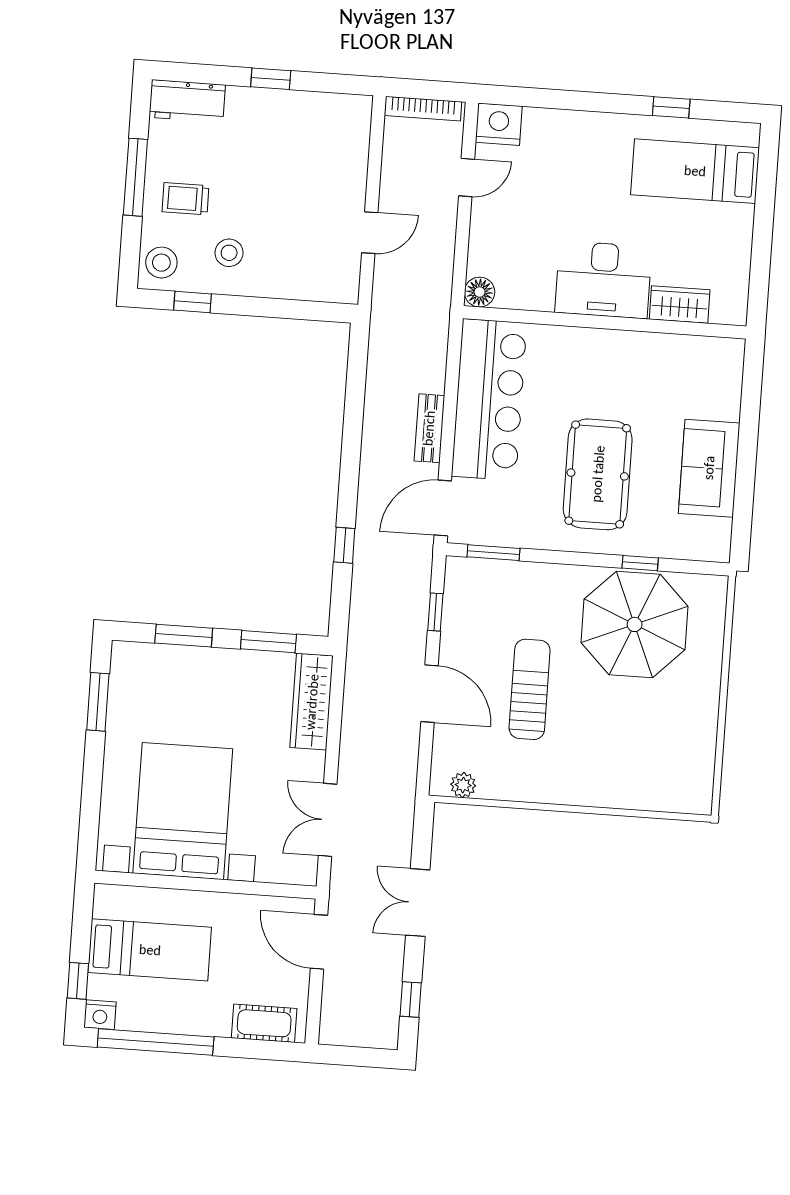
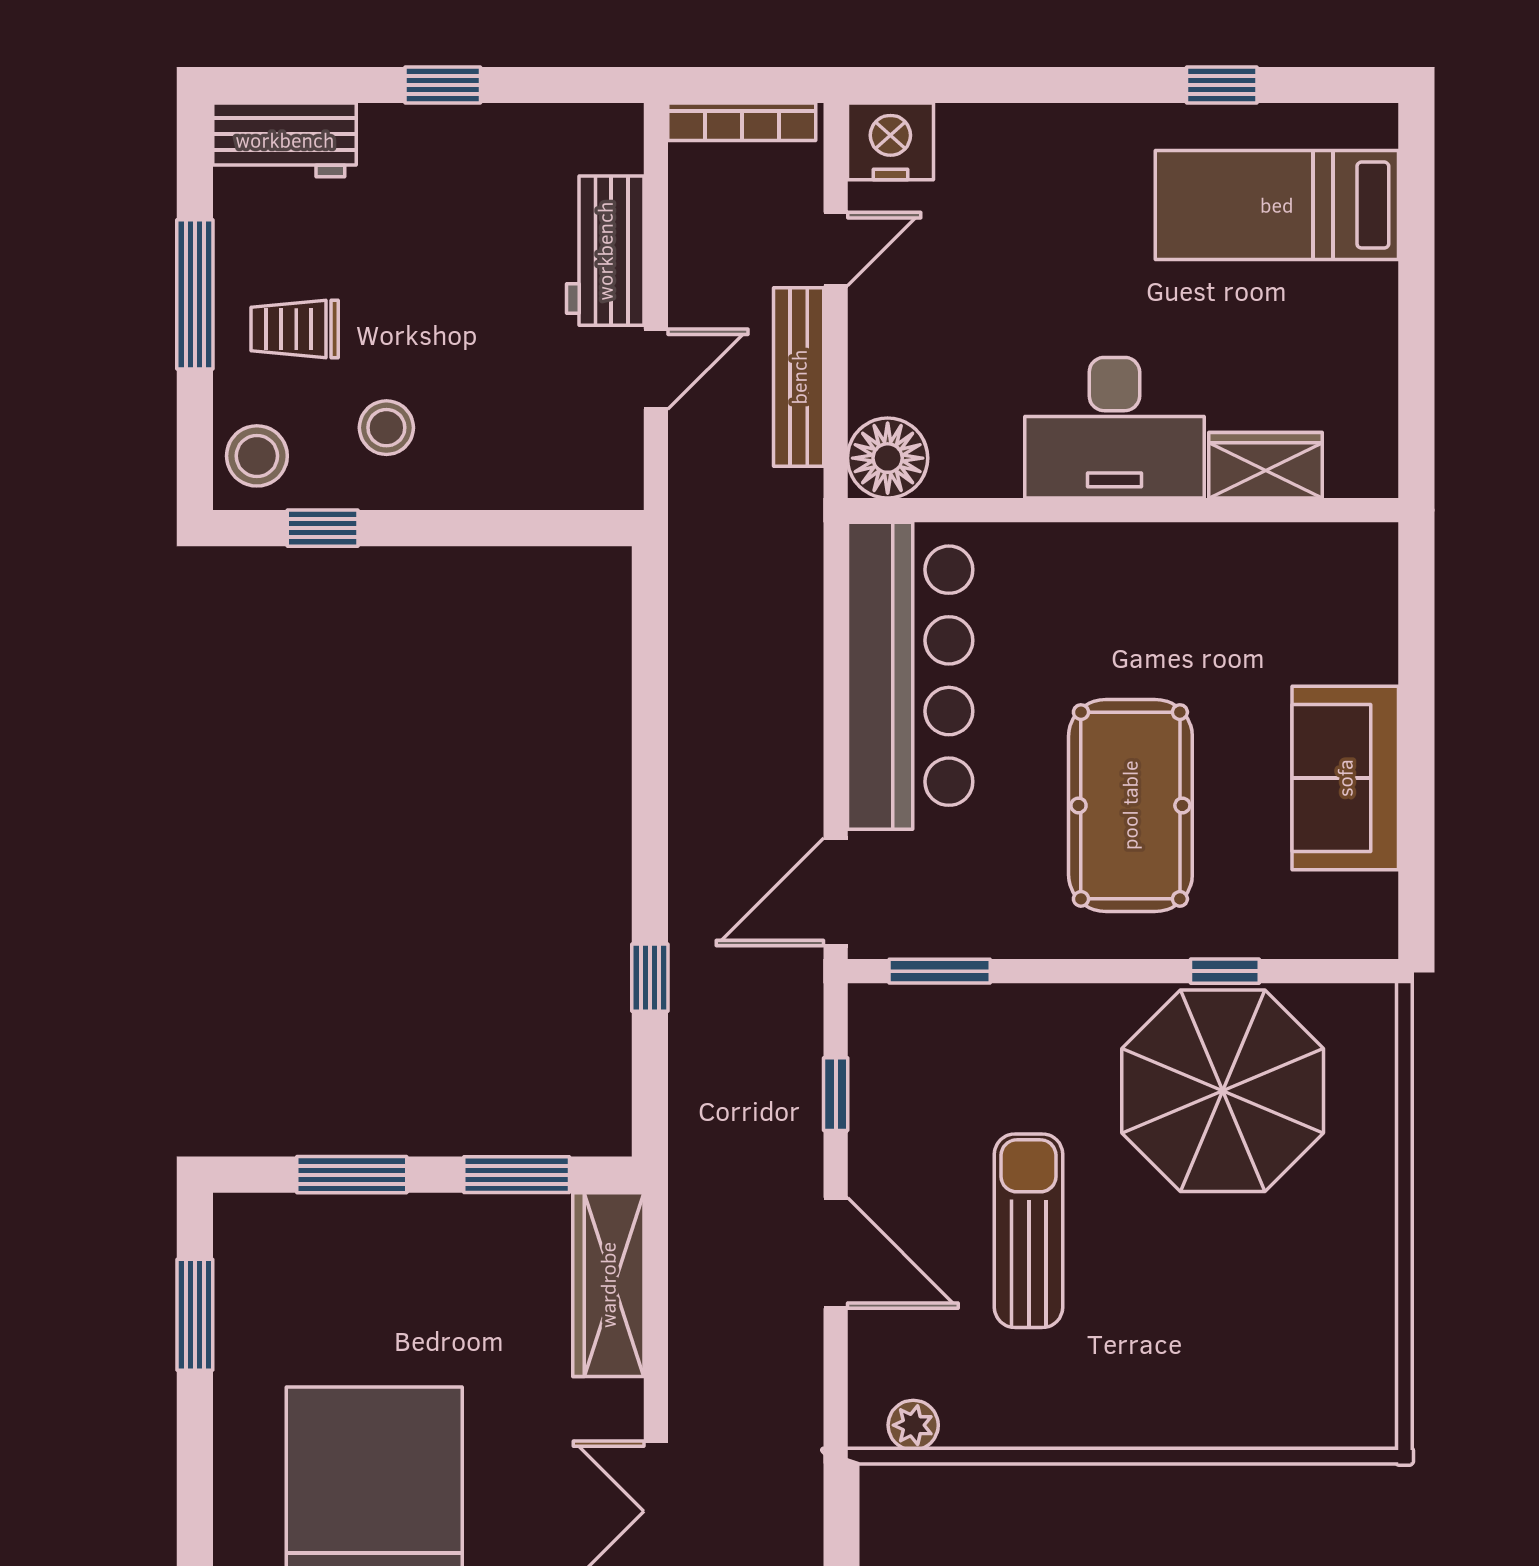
workbench: (348, 170) -> (605, 251), added
floor lamp: (480, 292) -> (888, 458), width x1.38, depth x1.38
bench: (429, 428) -> (799, 377), moved, width x1.36

